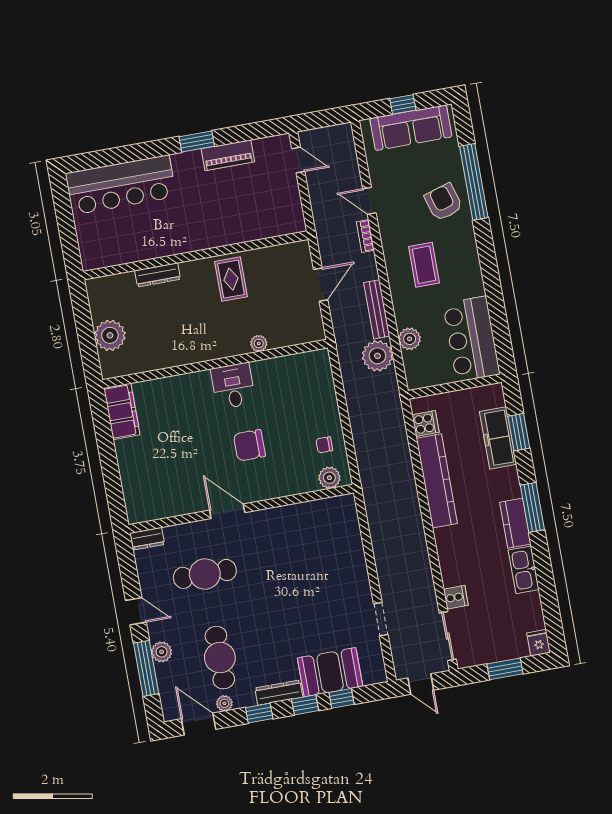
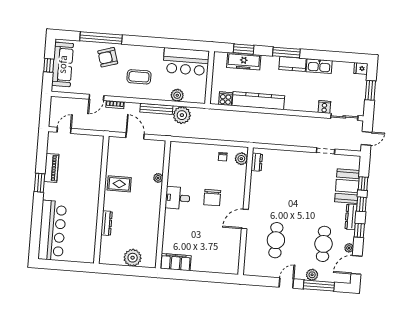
dresser: (147, 539) -> (257, 162), moved
cafe table: (220, 658) -> (323, 244), turned 90

